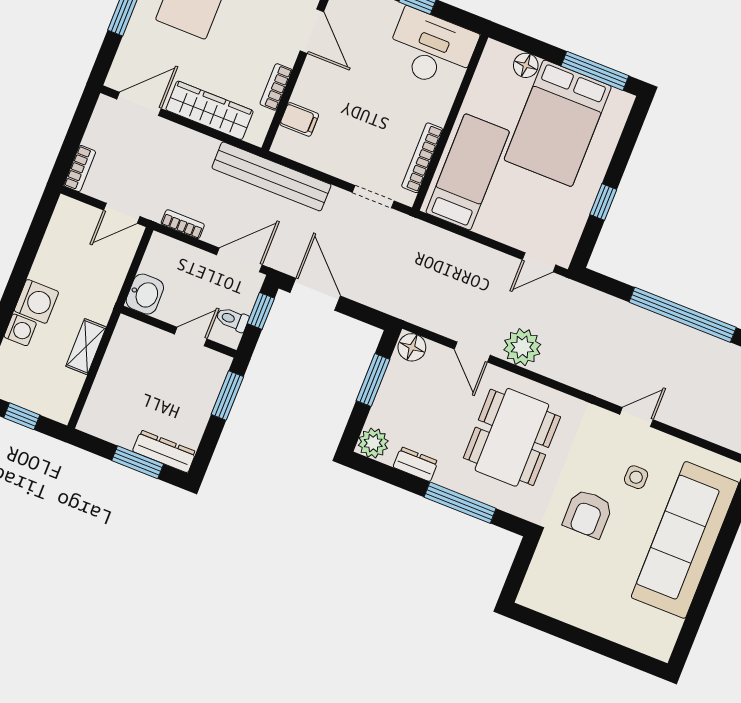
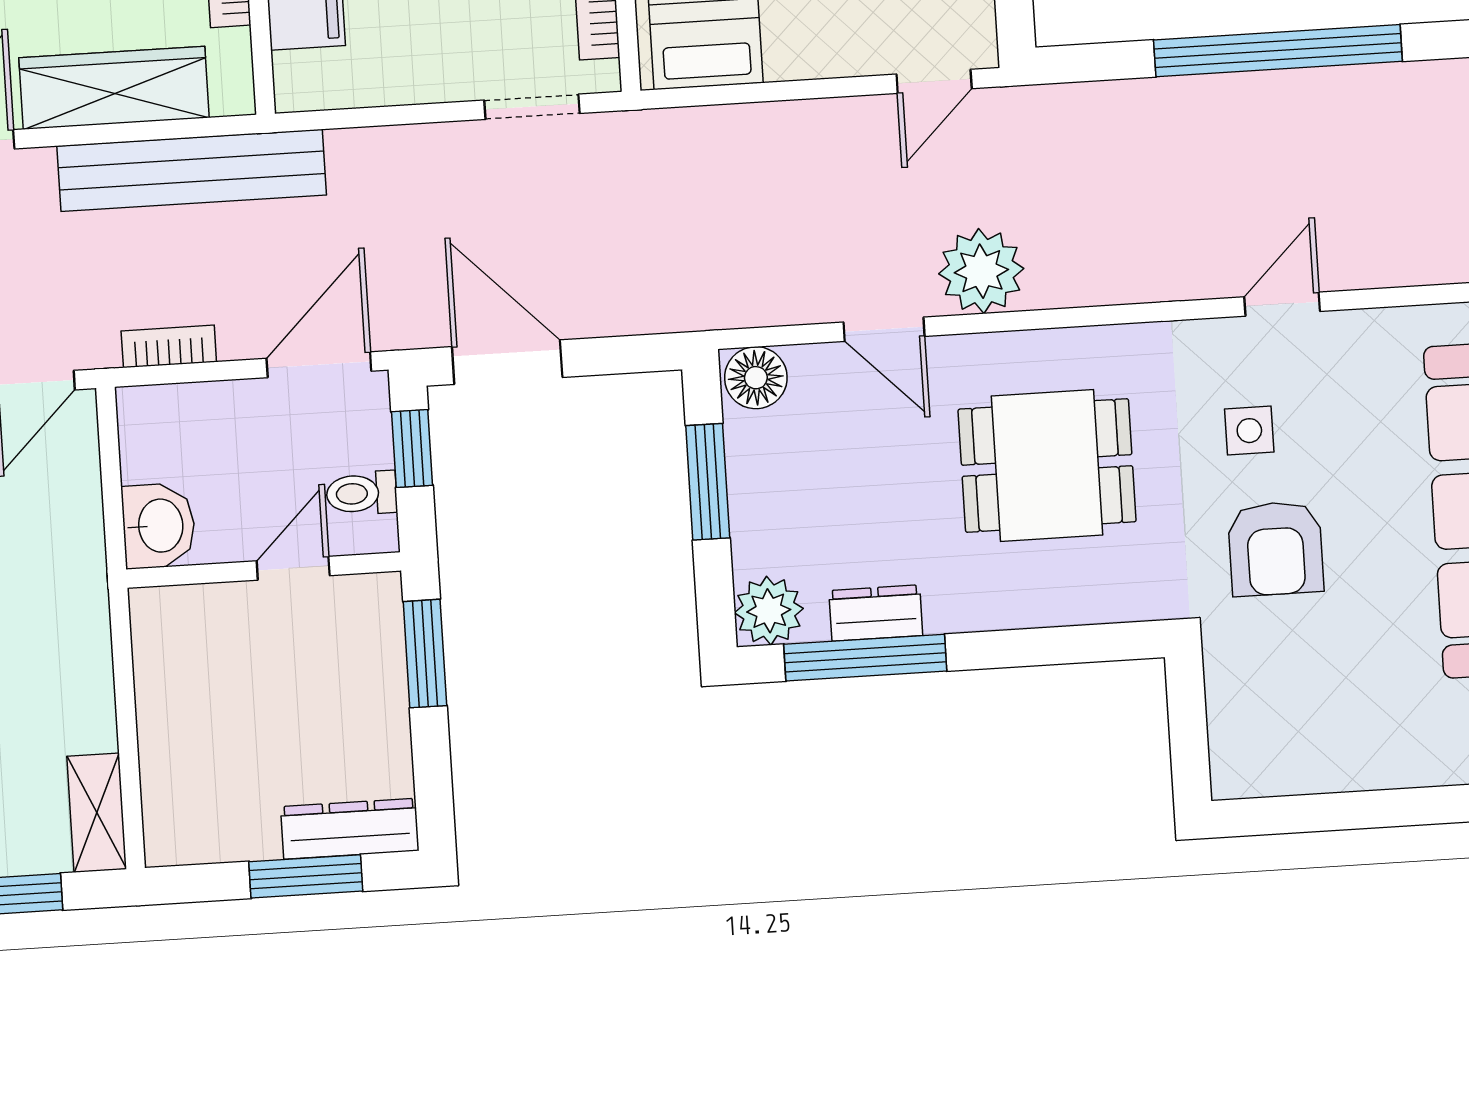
bench: (271, 176) -> (192, 170), moved
shelving: (86, 347) -> (97, 813), moved
dining table: (512, 437) -> (1047, 465), width x0.73
side table: (636, 477) -> (1249, 431), moved
window: (460, 503) -> (865, 658), moved

